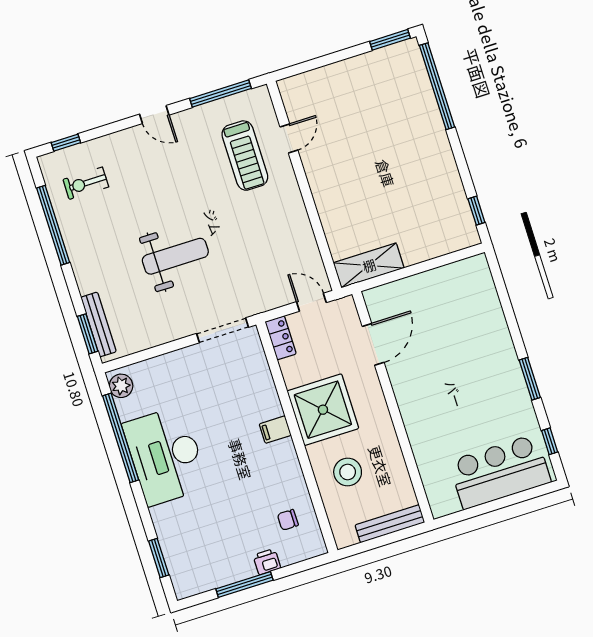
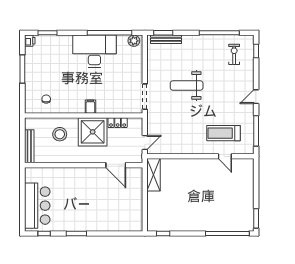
weight bench: (175, 256) -> (187, 85), turned 90
locker: (281, 338) -> (118, 123), moved
printer: (267, 562) -> (30, 41), moved

